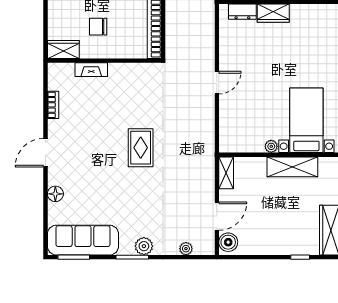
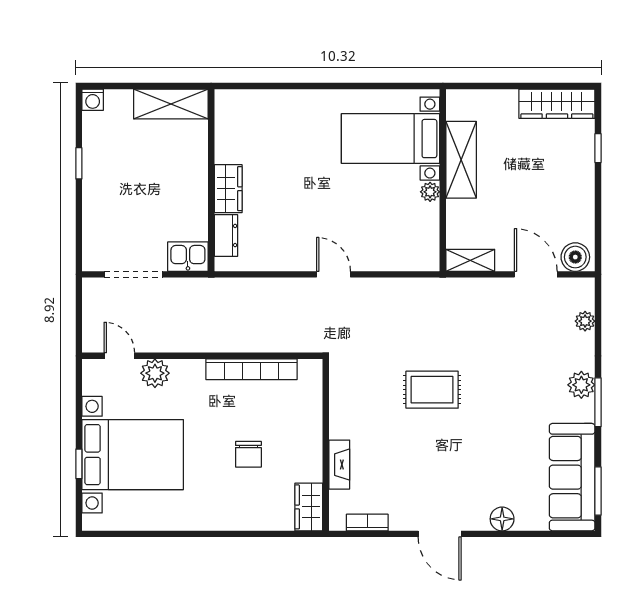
wardrobe: (63, 50) -> (309, 507), moved
wall: (104, 61) -> (326, 445), moved
fireplace: (91, 70) -> (339, 465), moved

